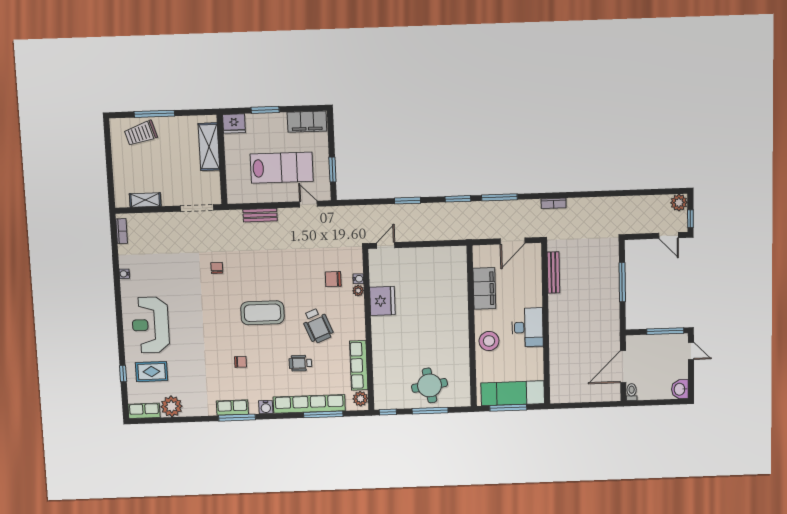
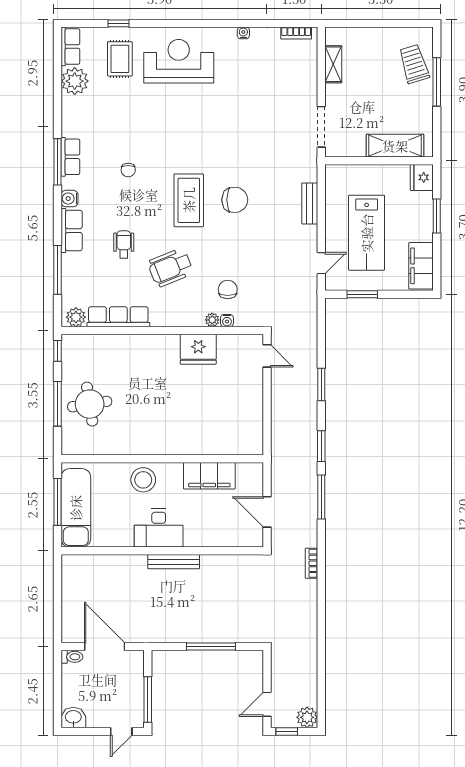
chair: (217, 268) -> (235, 200), moved, width x1.87, depth x1.87
bench: (553, 272) -> (174, 562), moved
row of seats: (309, 404) -> (72, 231), width x0.50

